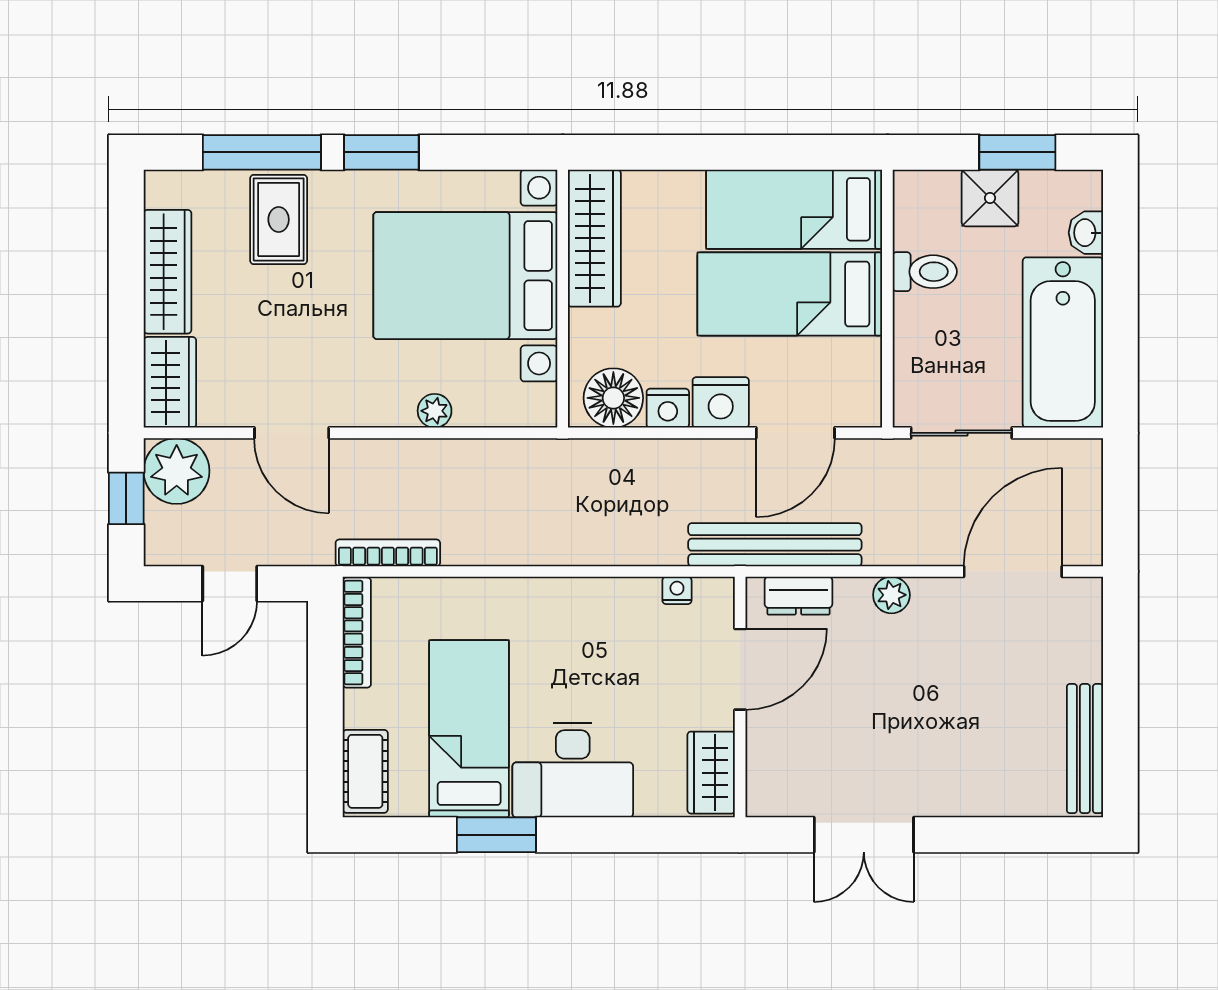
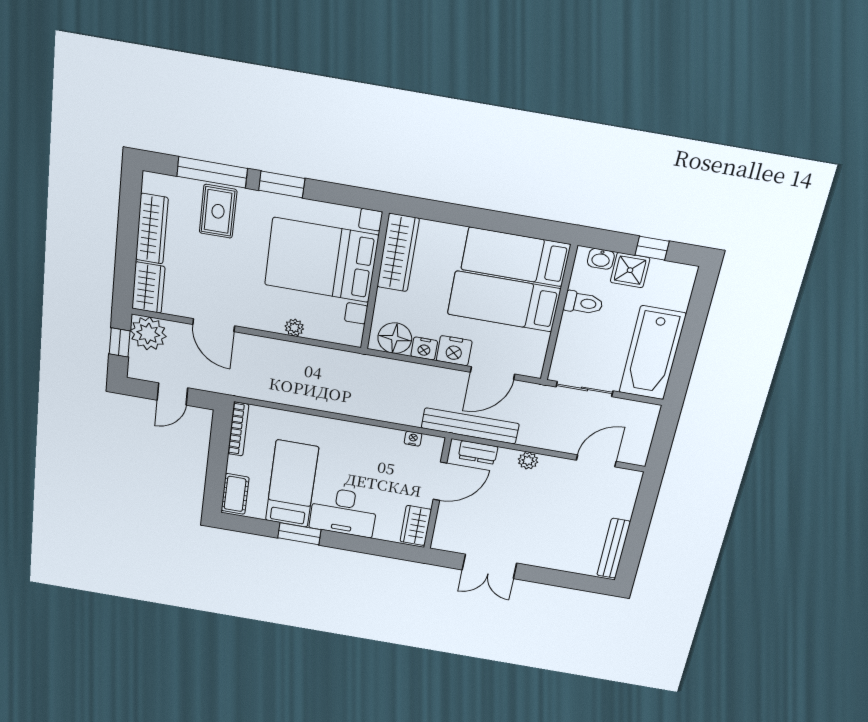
window: (1017, 152) -> (652, 248), width x0.67
washbasin: (1086, 233) -> (601, 259), moved, turned -90
bookcase: (388, 553) -> (260, 394), removed
door: (1013, 571) -> (596, 461), width x0.73

